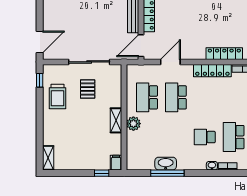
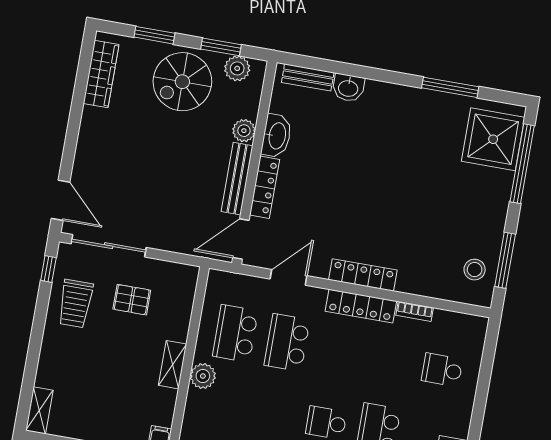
door: (40, 42) -> (61, 200), hinge flipped
locker: (224, 54) -> (363, 275), moved
sliding door: (89, 62) -> (109, 246), moved
pallet: (88, 89) -> (132, 300), turned 90

